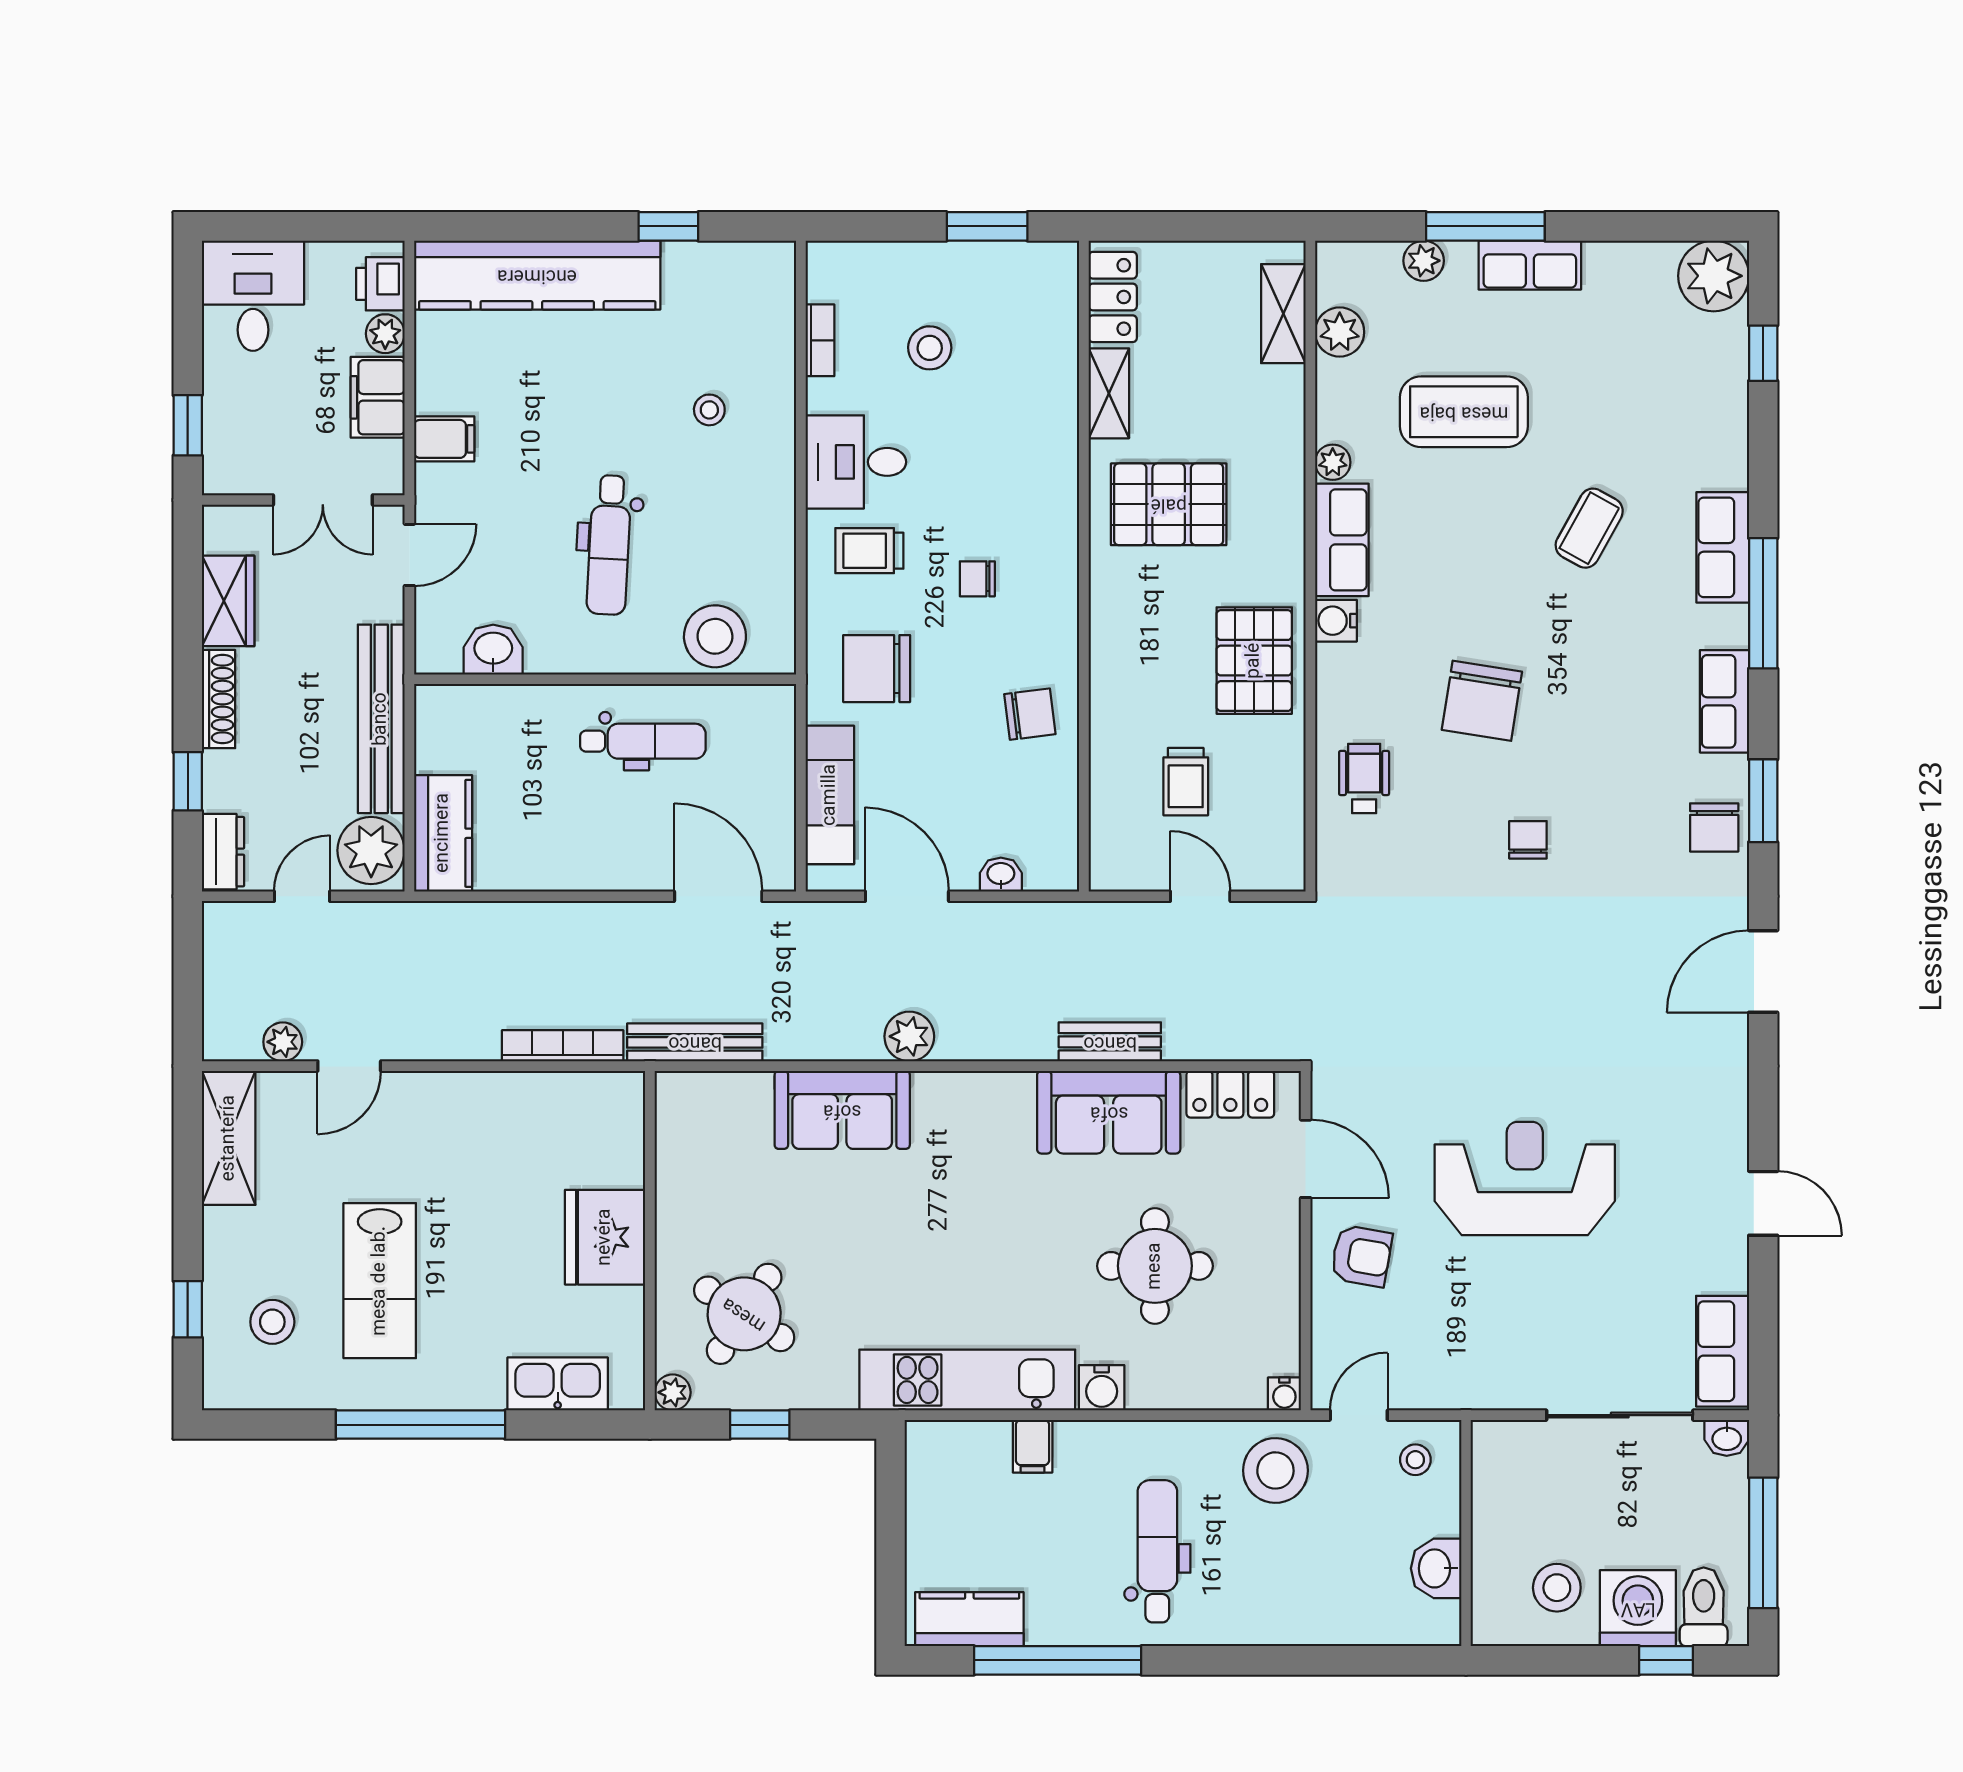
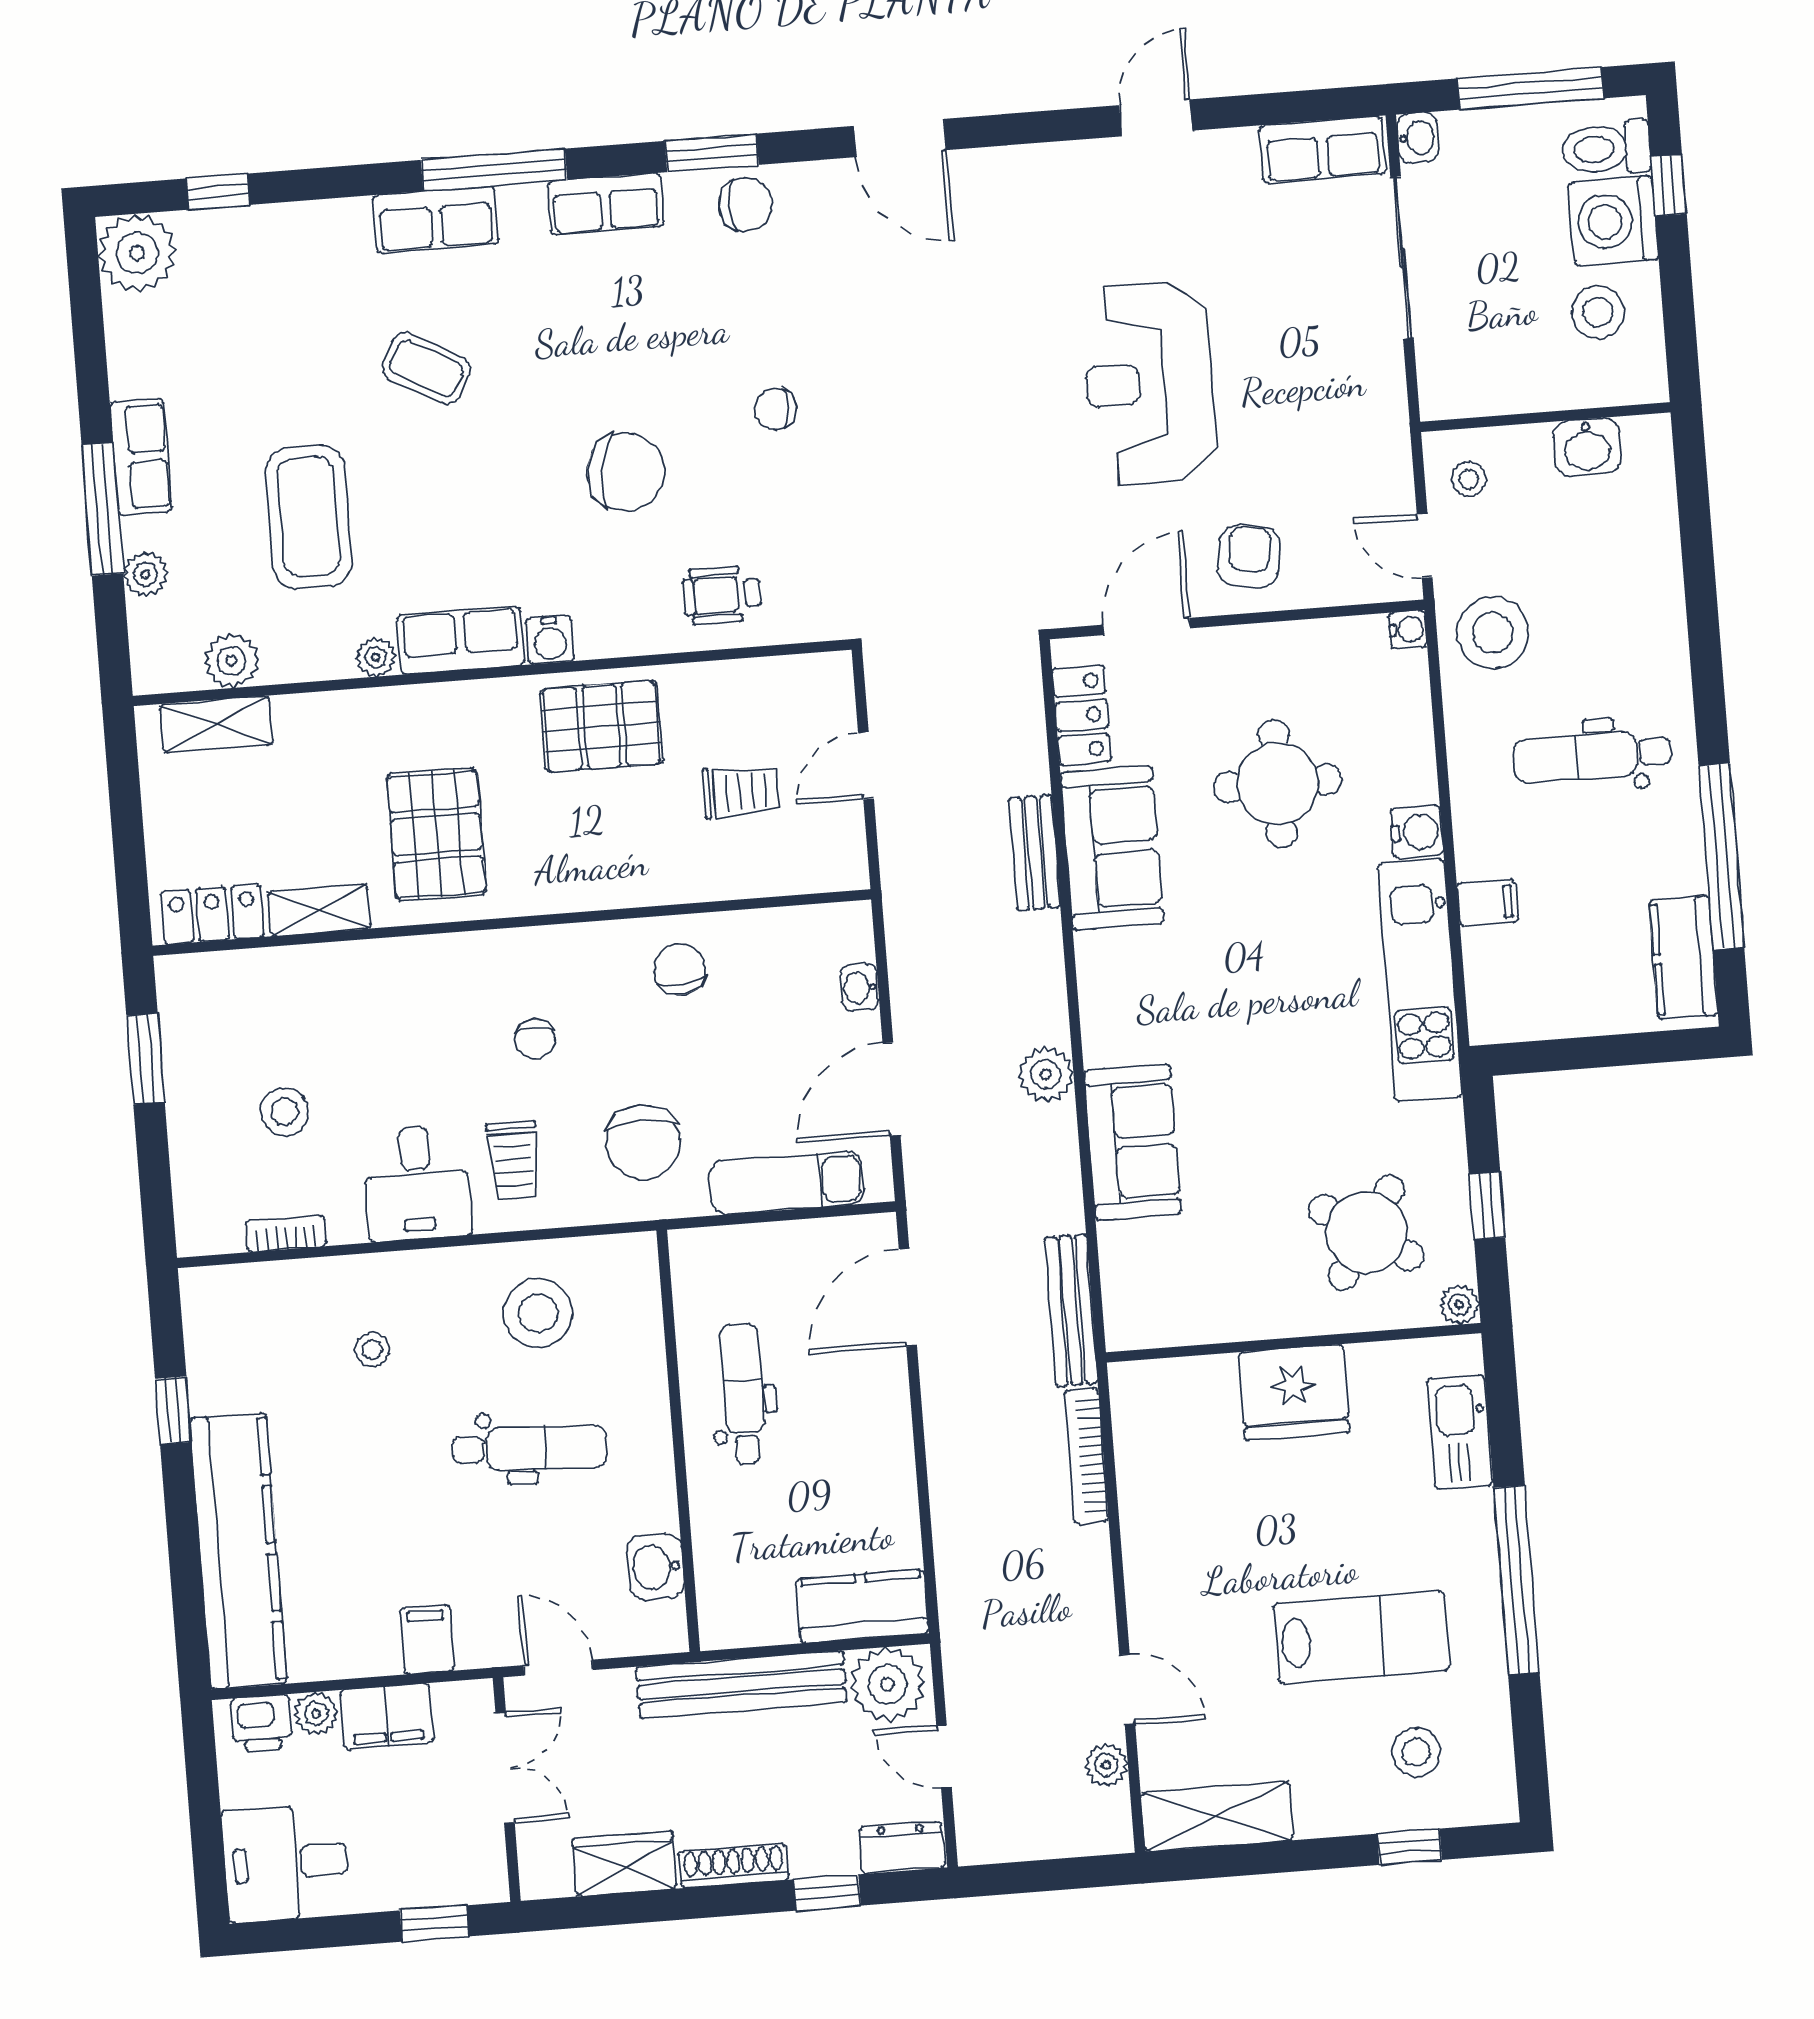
stool: (715, 636) -> (538, 1313), moved

